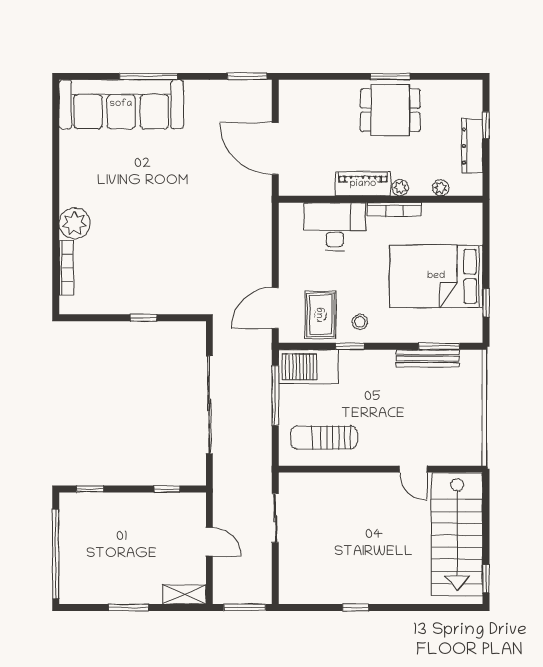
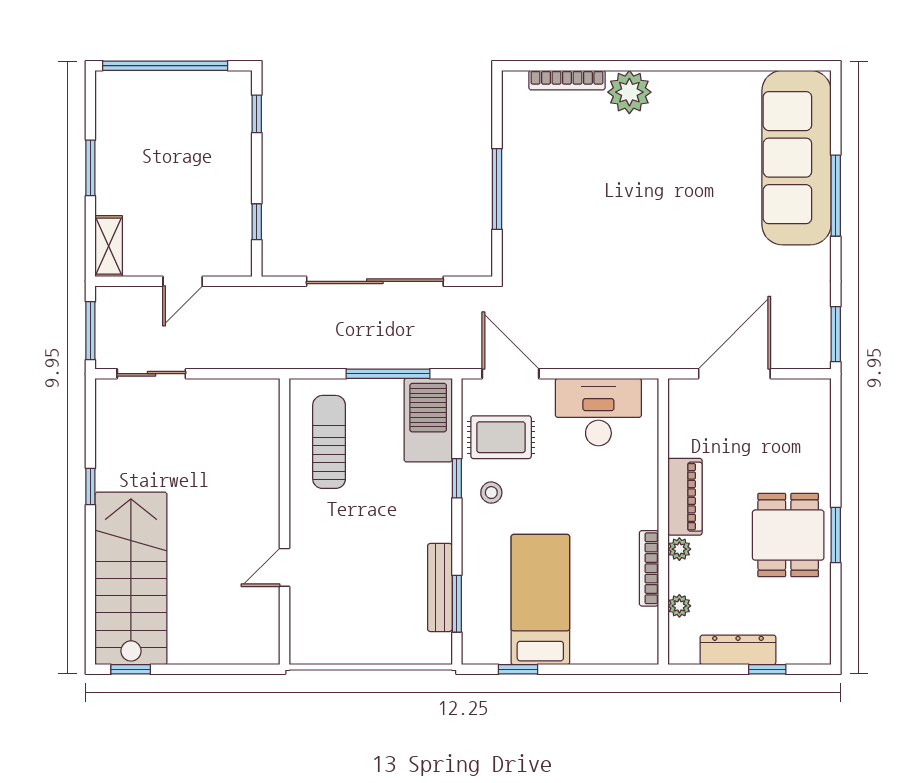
bookcase: (394, 209) -> (649, 568), moved
desk: (335, 227) -> (598, 412), moved, turned -90
bed: (436, 276) -> (540, 600), width x0.67
window: (144, 318) -> (497, 189), width x2.17
sliding door: (275, 518) -> (151, 374), moved
stairs: (457, 534) -> (131, 578), moved, turned 90

